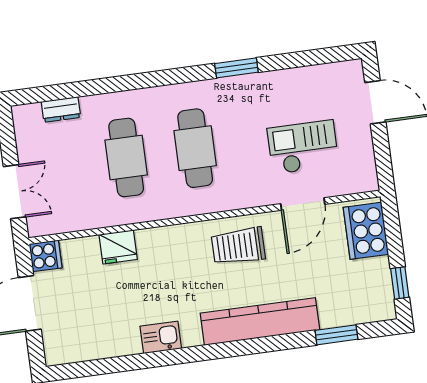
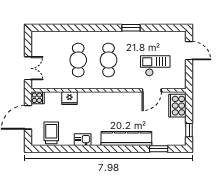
dresser: (61, 109) -> (53, 35), removed
trolley: (238, 246) -> (51, 133), moved, turned 90

